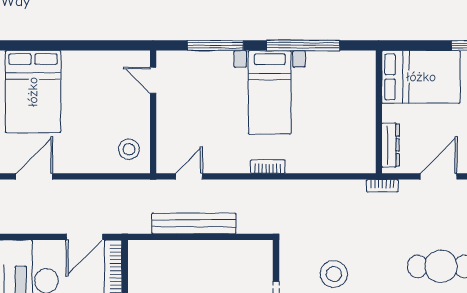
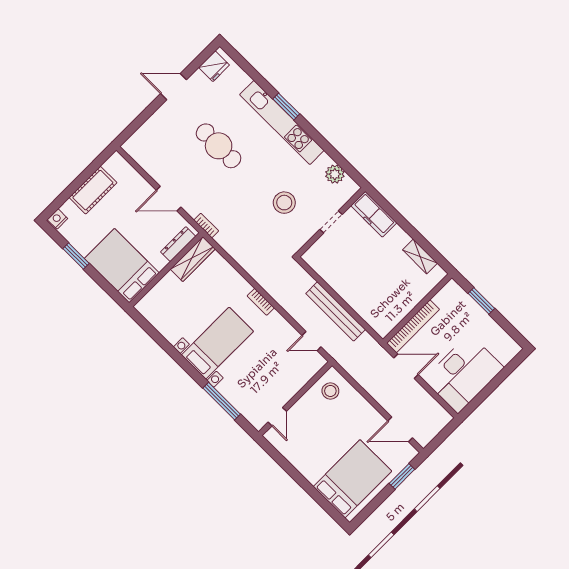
window: (303, 45) -> (171, 351), removed
wardrobe: (365, 145) -> (193, 259), added

